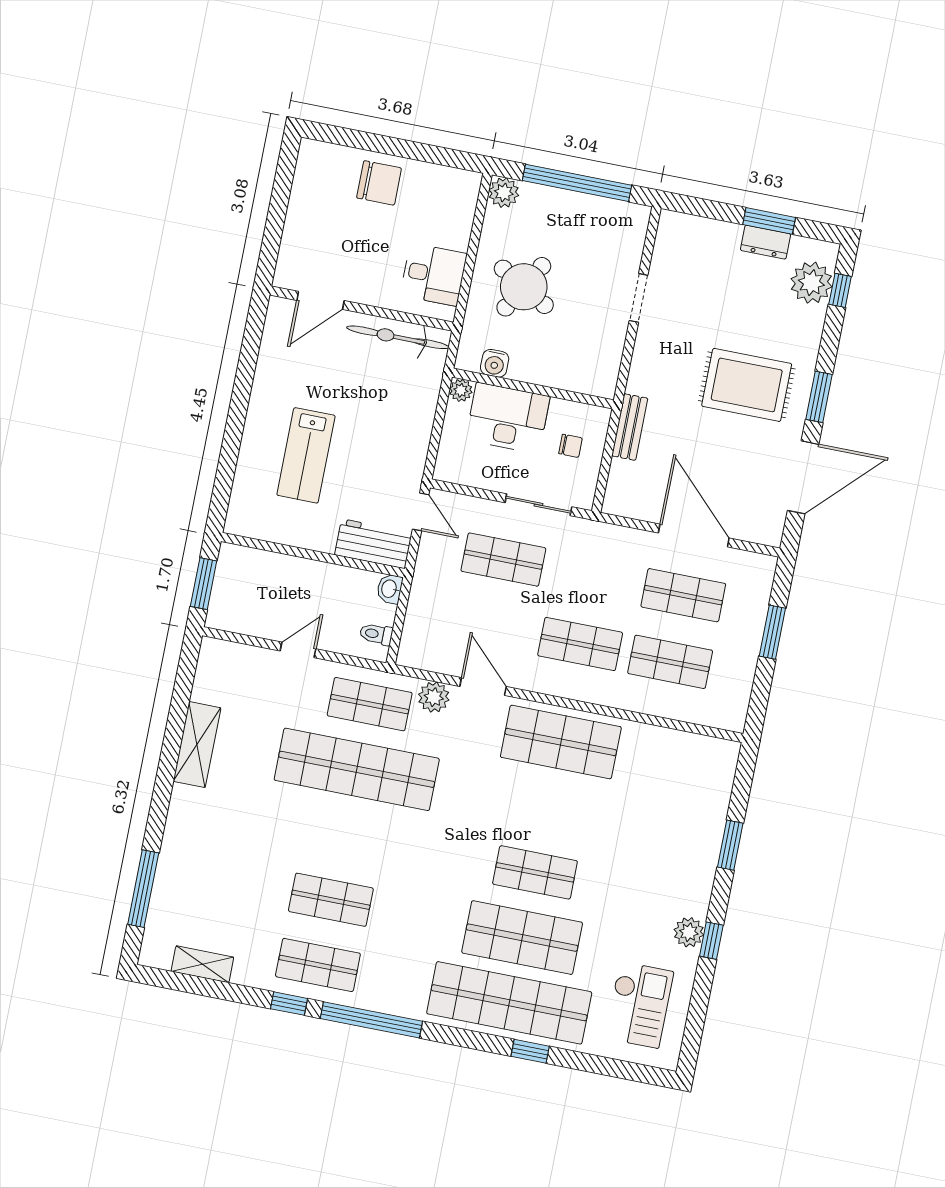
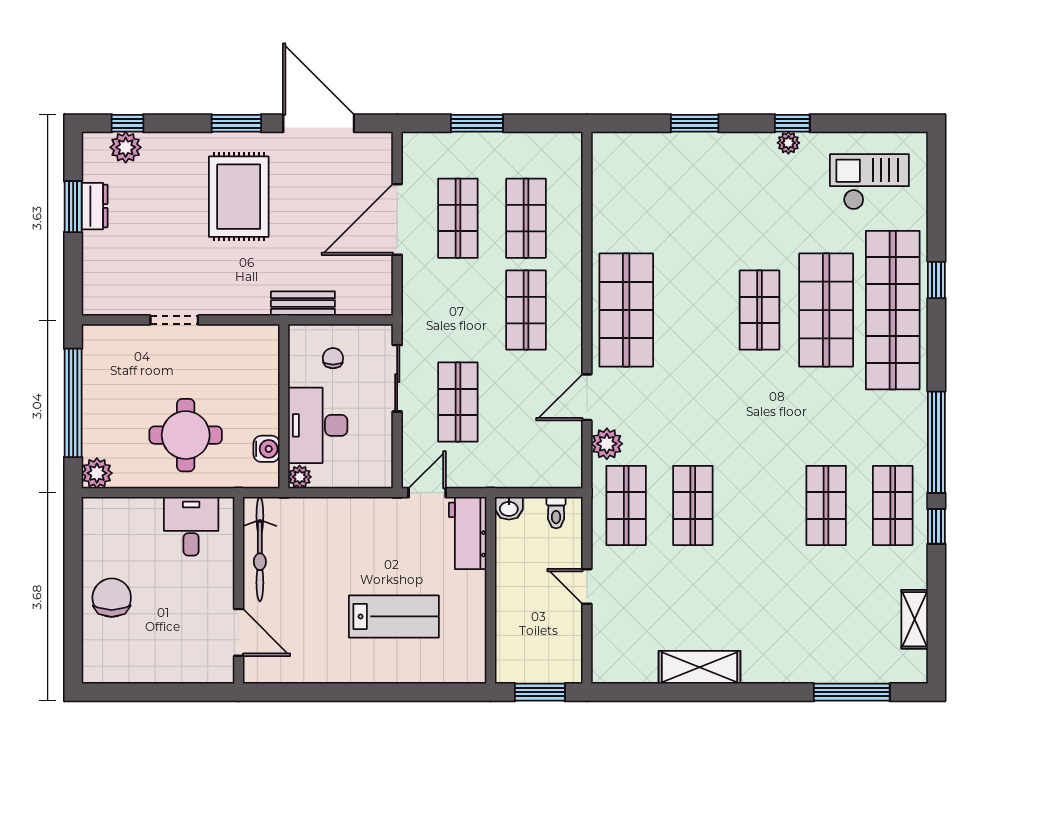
plant: (811, 283) -> (126, 147), width x0.73, depth x0.73
round table: (524, 287) -> (186, 435), turned -30
shop shelf: (357, 769) -> (693, 505), width x0.50, depth x0.74
plant: (689, 932) -> (788, 143), width x0.73, depth x0.73

